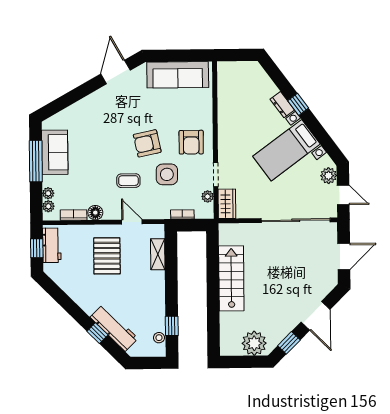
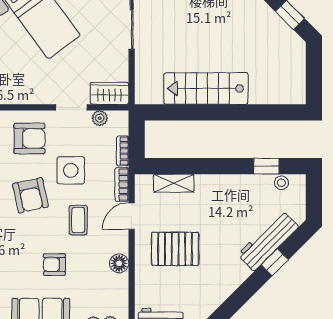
armchair: (94, 163) -> (54, 265), added
bookcase: (74, 215) -> (122, 184), moved
plant: (254, 343) -> (290, 60), removed

